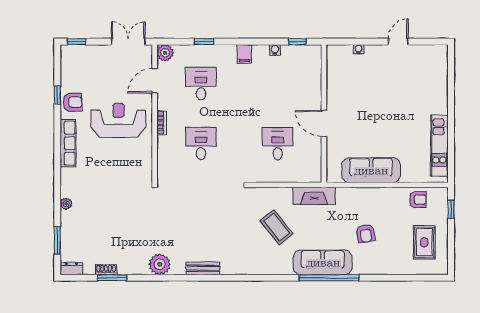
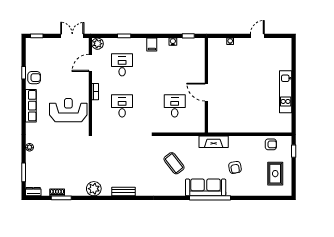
reception desk: (119, 120) -> (68, 110), moved
kitchen unit: (439, 146) -> (286, 92), moved
sofa: (371, 170) -> (239, 124), removed
fireplace: (314, 196) -> (214, 142), moved

